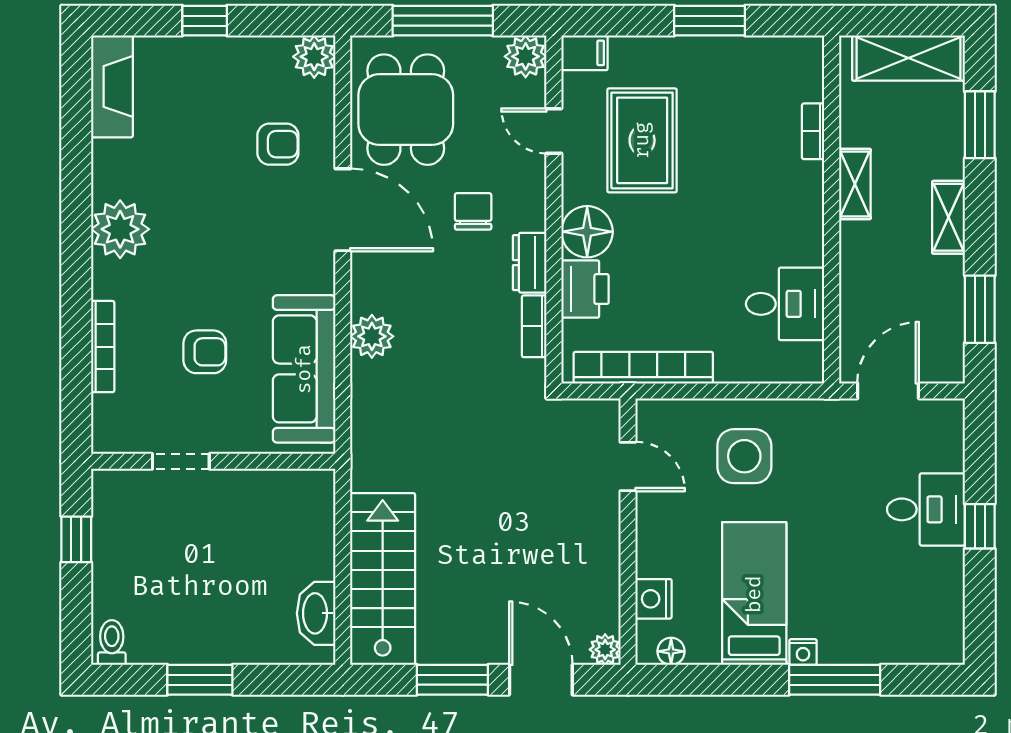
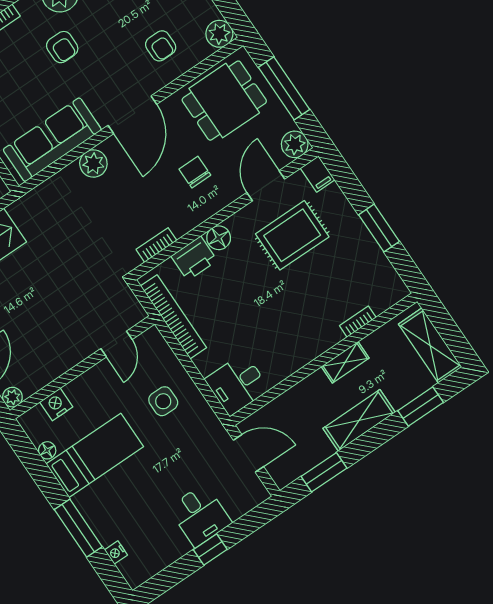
door: (554, 131) -> (266, 186), width x1.38
door: (343, 210) -> (132, 115), moved
chair: (473, 211) -> (195, 172), turned -90
shelving: (949, 217) -> (359, 420), width x1.50, depth x1.33
floor lamp: (587, 232) -> (219, 238), width x0.73, depth x0.73
dresser: (530, 263) -> (188, 220), removed
desk: (785, 304) -> (237, 384), moved, turned 90
armchair: (205, 352) -> (62, 47), moved
side table: (744, 456) -> (163, 401), width x0.73, depth x0.73
floor lamp: (671, 651) -> (47, 450), moved
nightstand: (803, 652) -> (116, 552), moved

